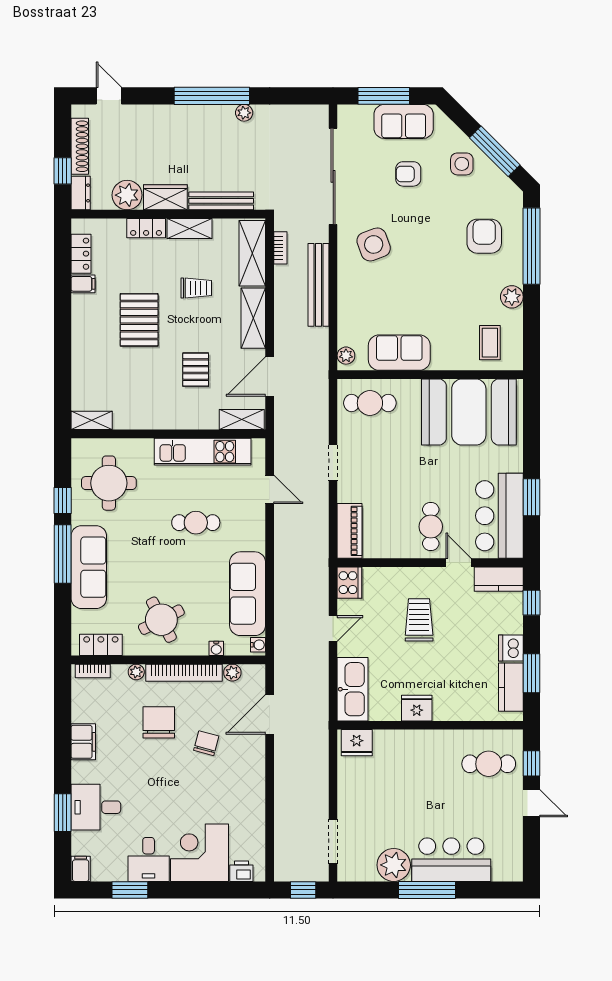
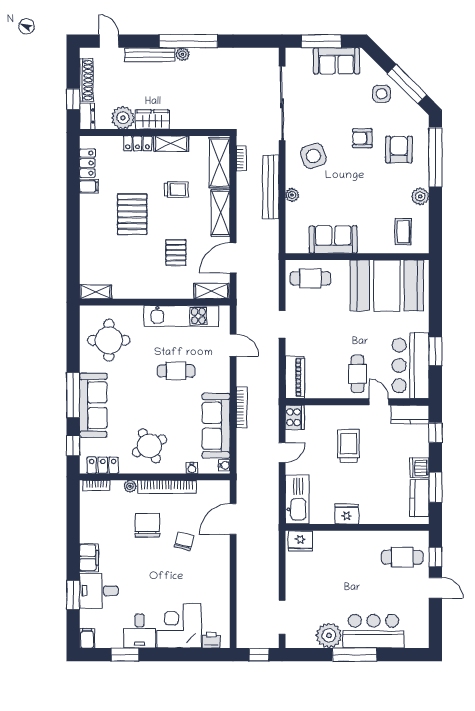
plant: (244, 113) -> (183, 54), moved
armchair: (408, 174) -> (362, 138), moved
bench: (221, 201) -> (150, 55), moved
plant: (346, 356) -> (292, 195), moved
window: (63, 500) -> (73, 446), moved
bookcase: (281, 570) -> (242, 407), added
plant: (232, 673) -> (204, 487), removed
filing cabinet: (83, 742) -> (89, 558), moved

